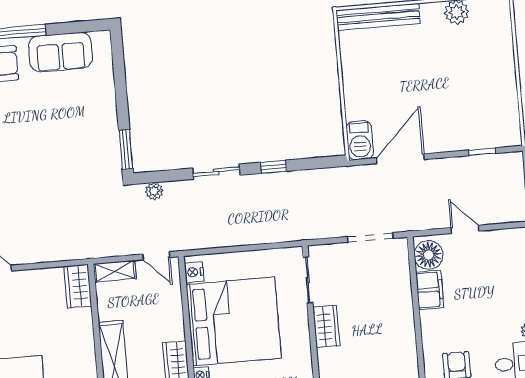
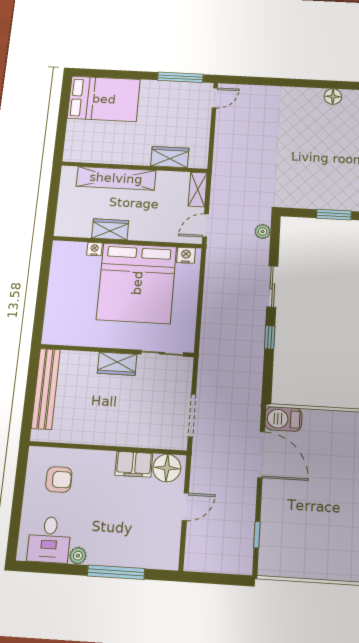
window: (126, 149) -> (334, 215), moved
wardrobe: (78, 286) -> (170, 157), moved

